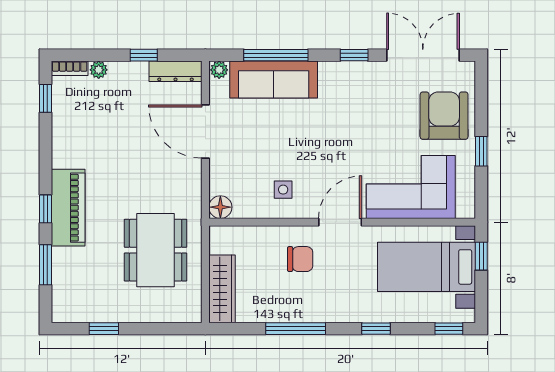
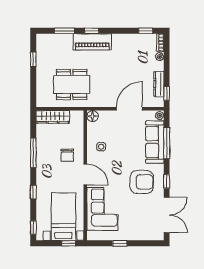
window: (144, 55) -> (167, 94), moved
dresser: (176, 71) -> (159, 84), moved
armchair: (444, 116) -> (142, 182), moved

